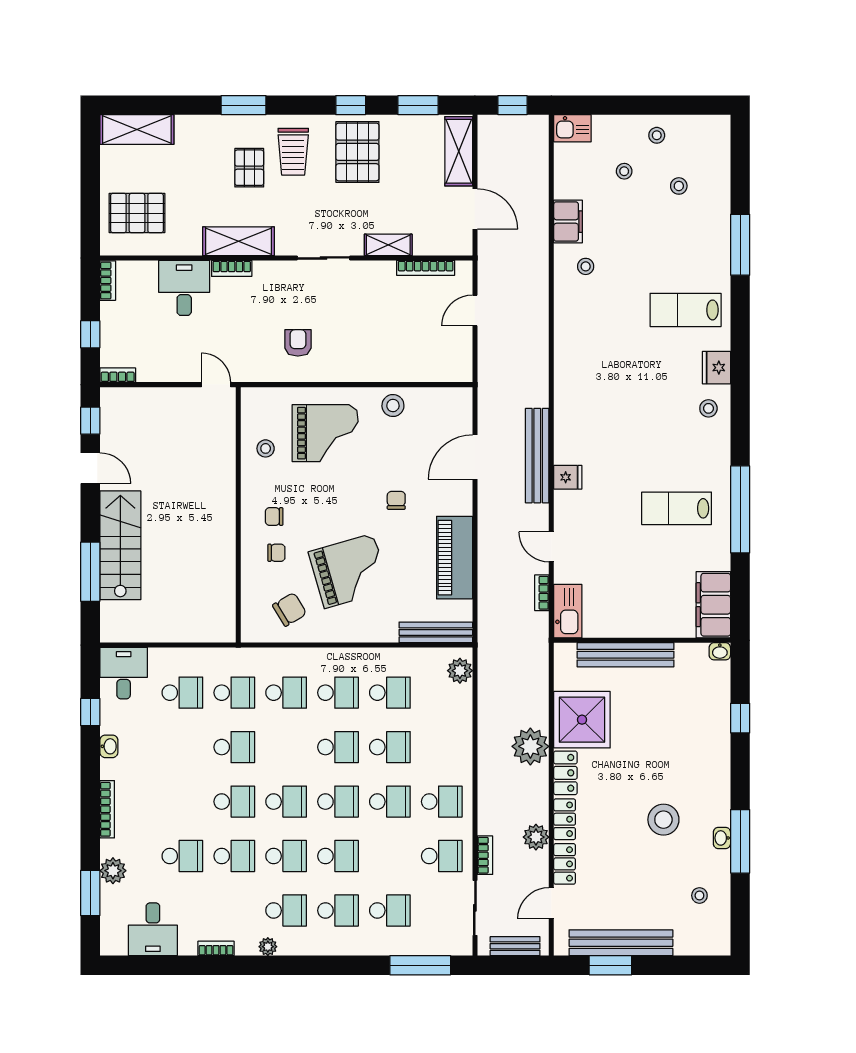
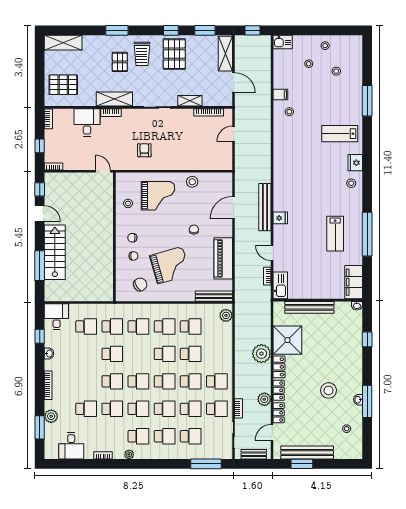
filing cabinet: (568, 222) -> (280, 94), width x0.50
lab bench: (677, 508) -> (335, 234), turned -90
school desk: (390, 856) -> (191, 409), added

